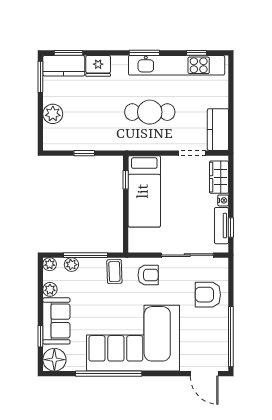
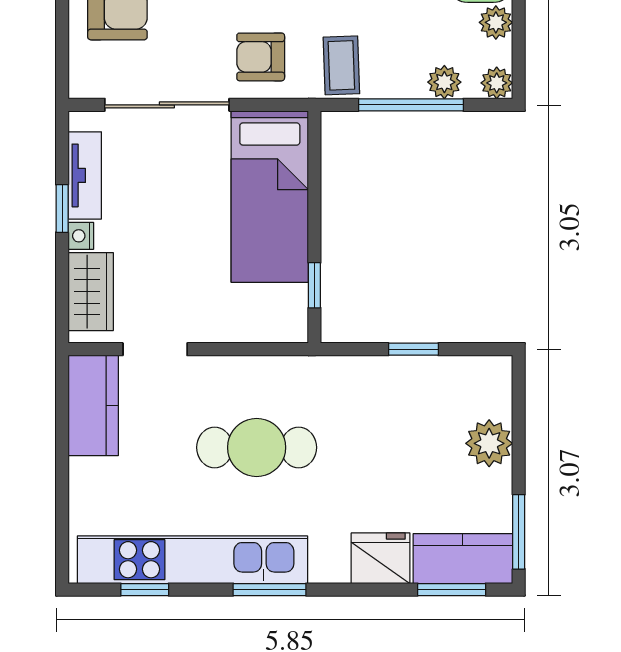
bed: (144, 191) -> (270, 197), moved, turned 180
window: (231, 227) -> (62, 208), moved

